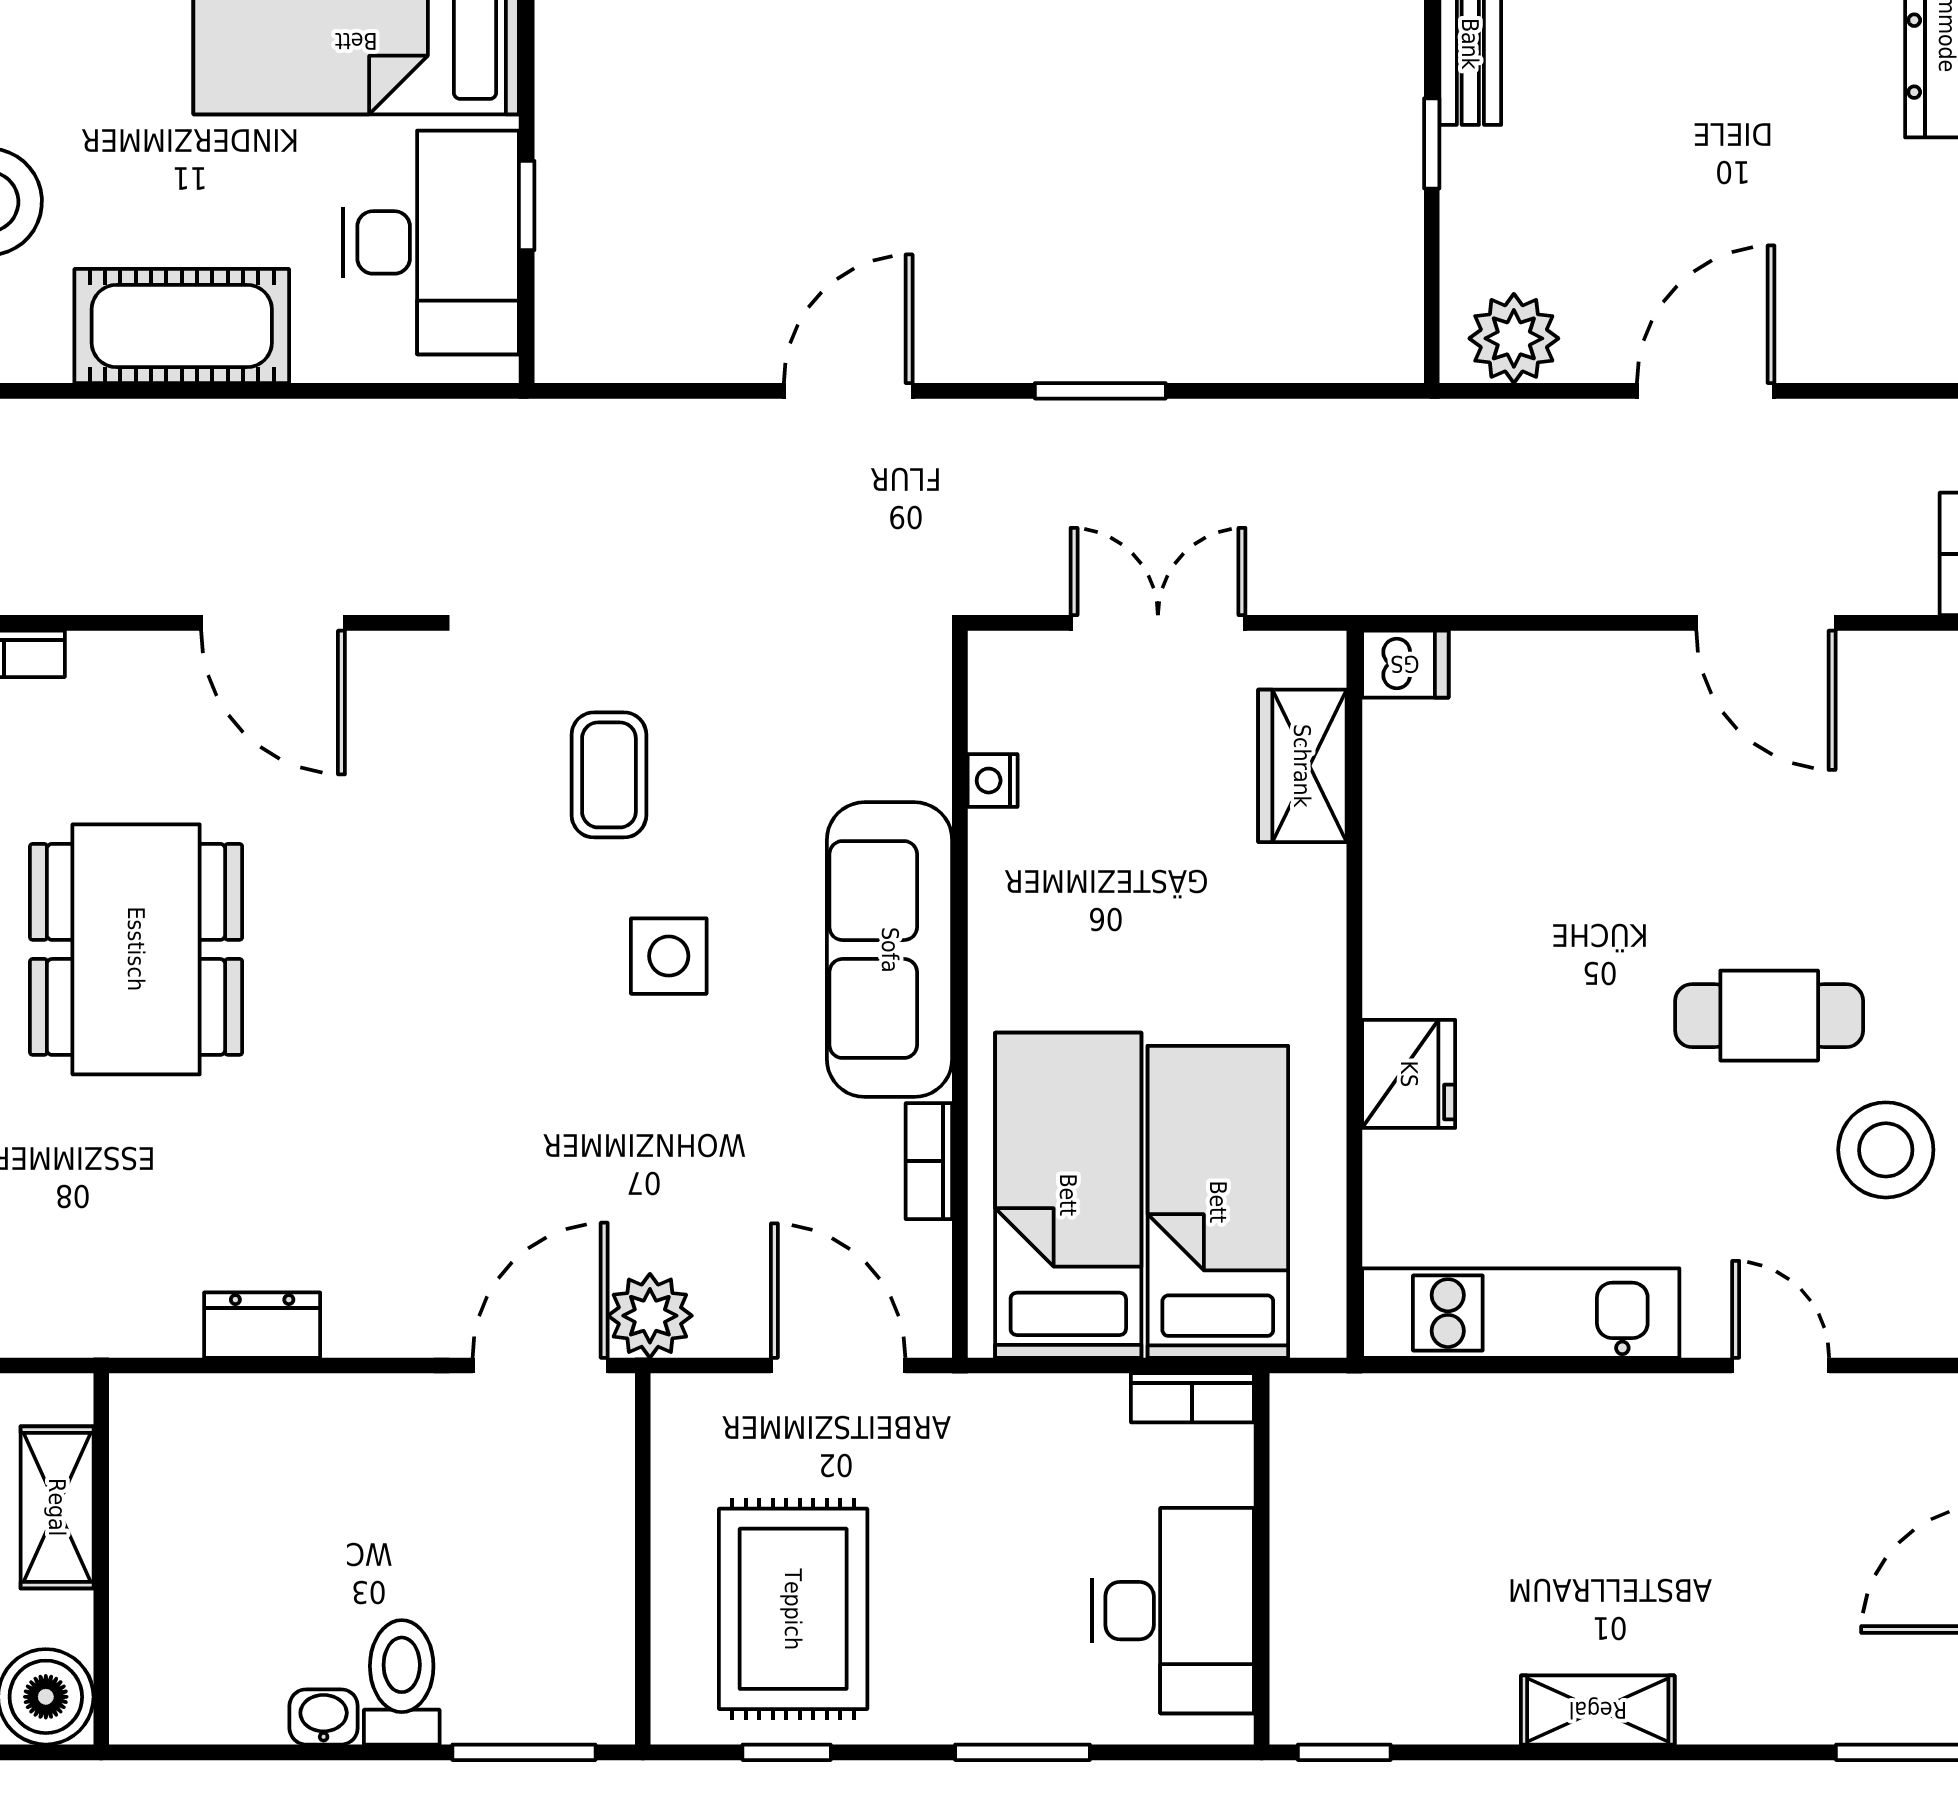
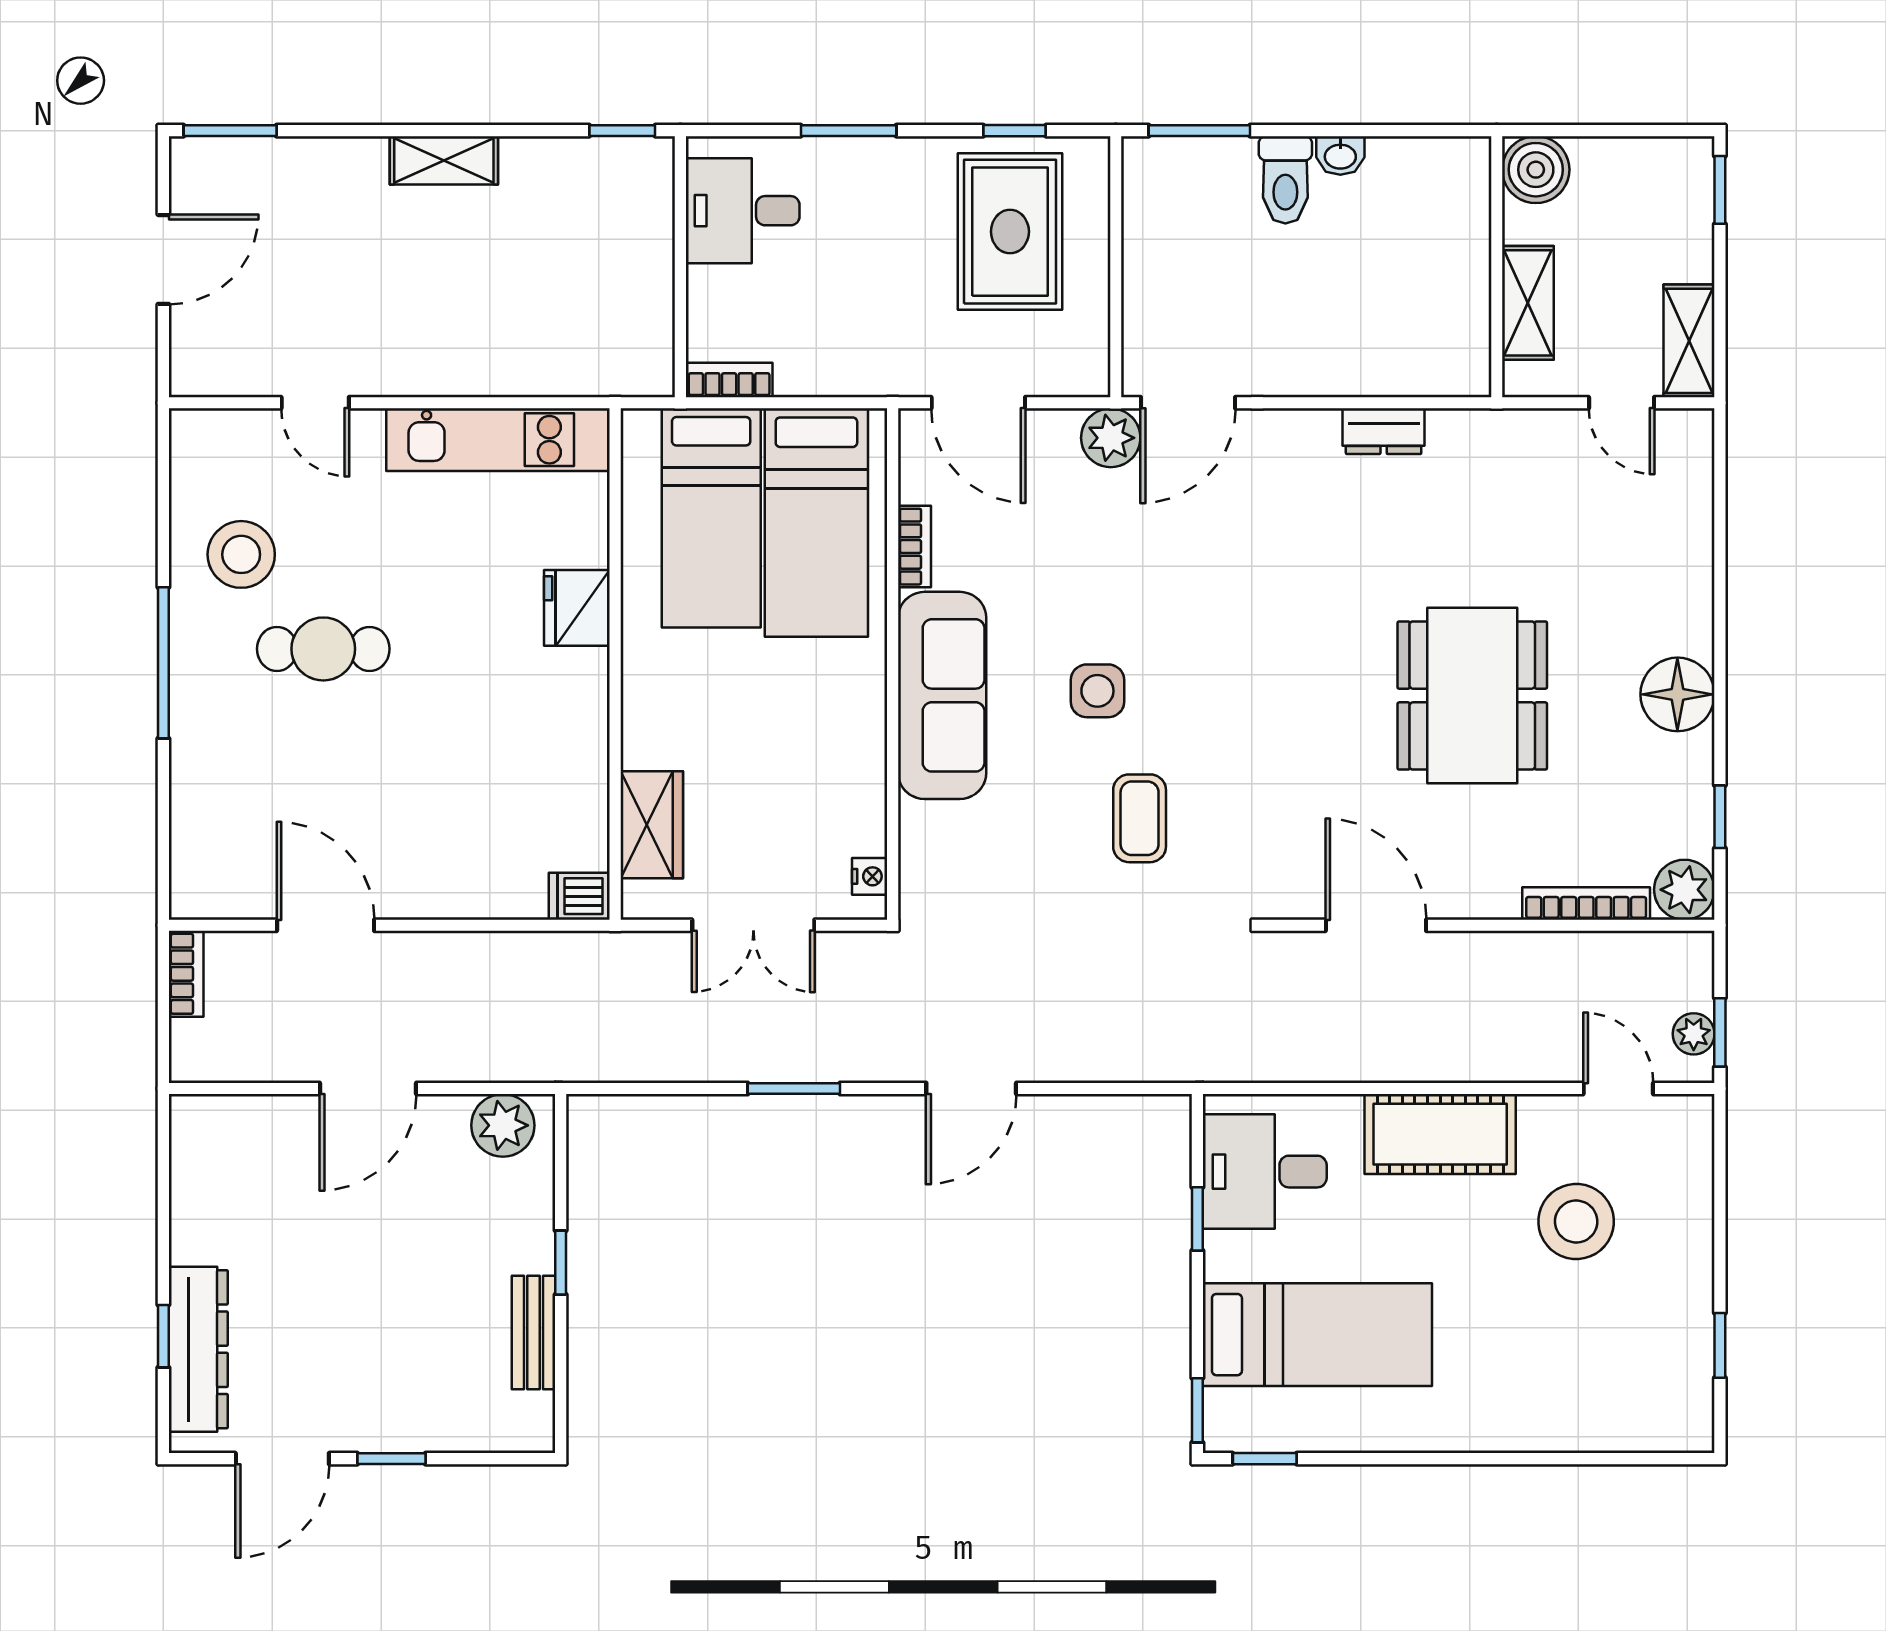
desk: (431, 242) -> (1265, 1172), width x0.73
nightstand: (993, 781) -> (870, 876), moved
desk: (1173, 1611) -> (743, 211), width x0.73

